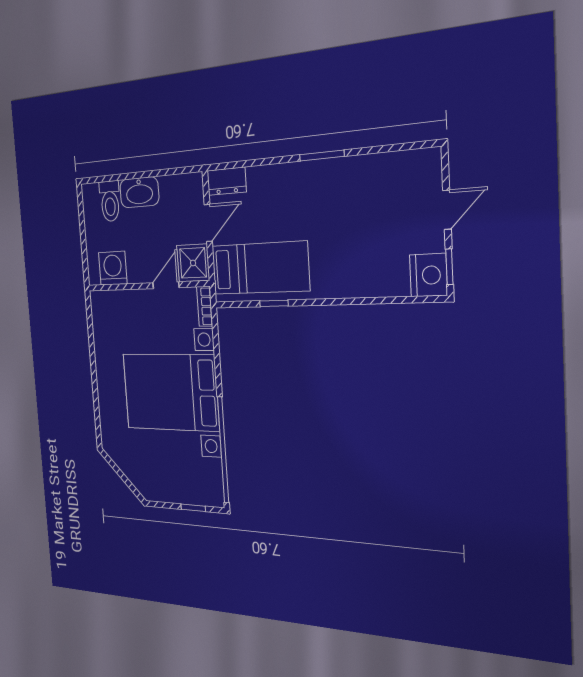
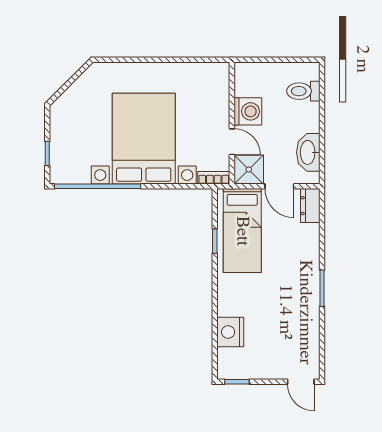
washbasin: (139, 192) -> (308, 152), moved
door: (447, 210) -> (301, 382), moved
washing machine: (113, 268) -> (248, 111), moved
nightstand: (428, 275) -> (230, 332), moved, turned 90

